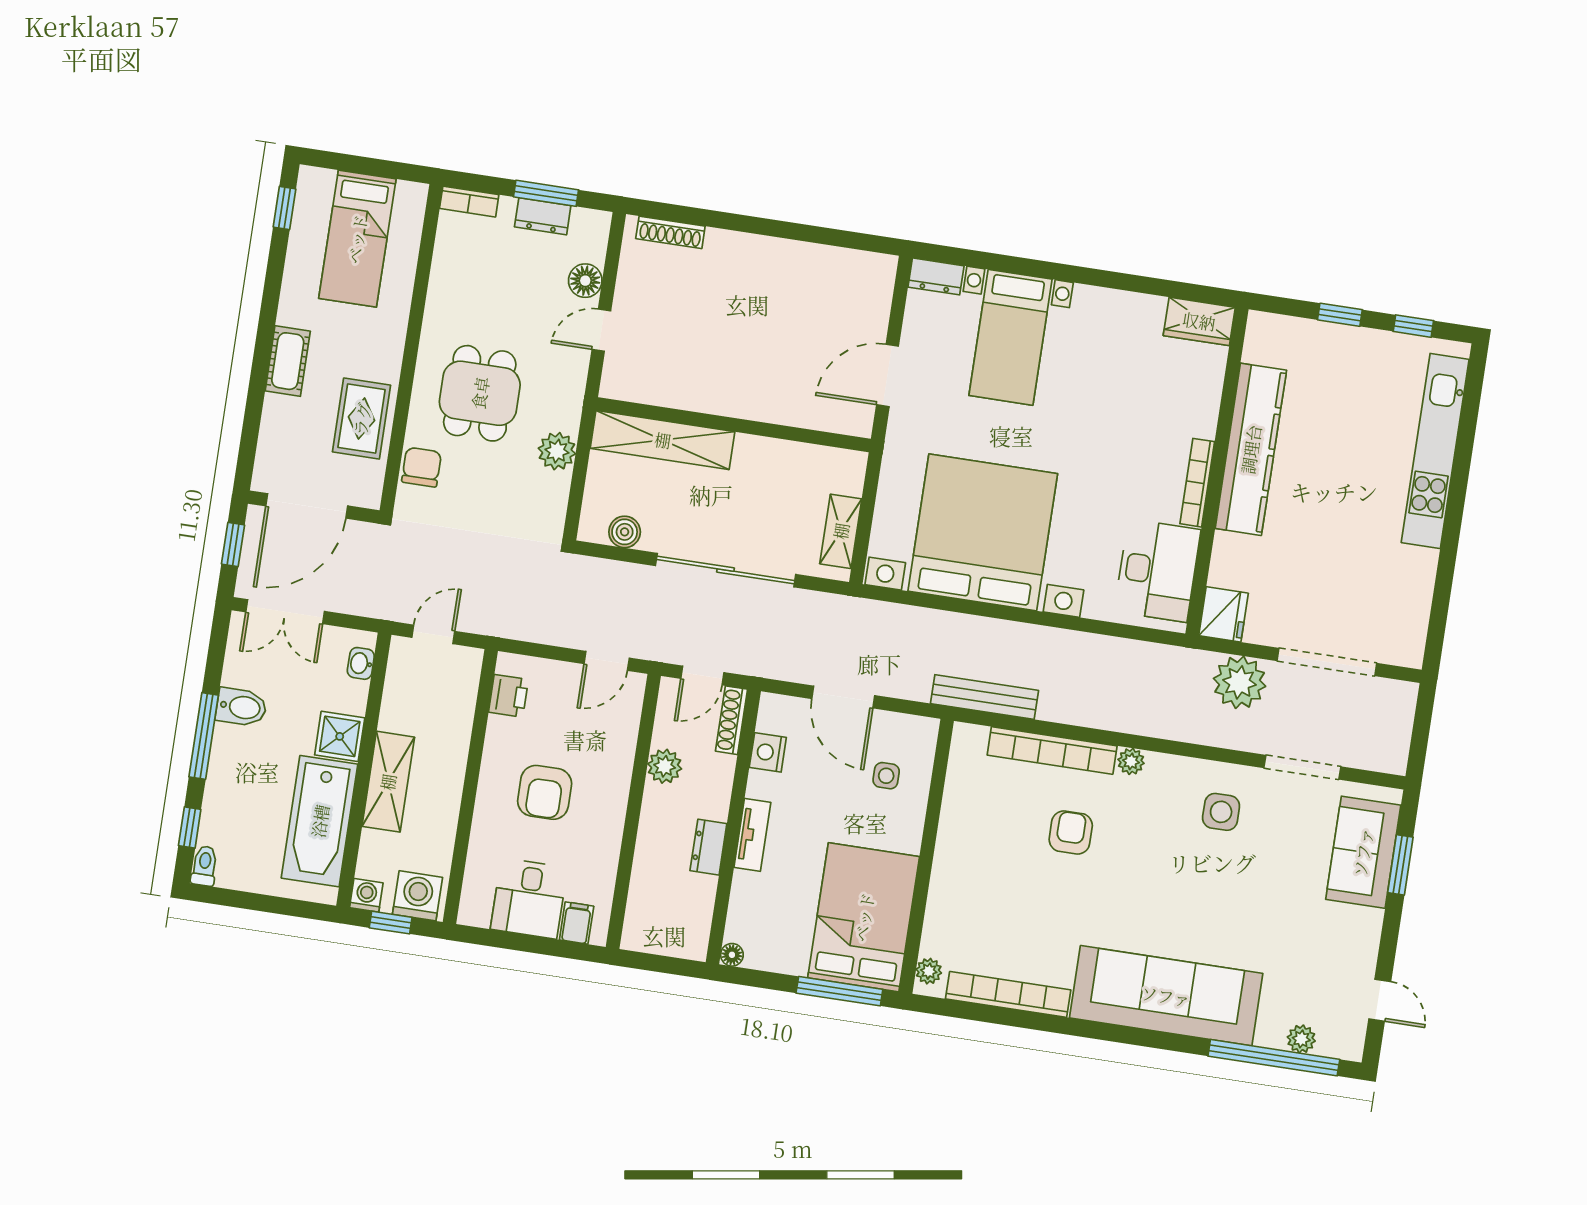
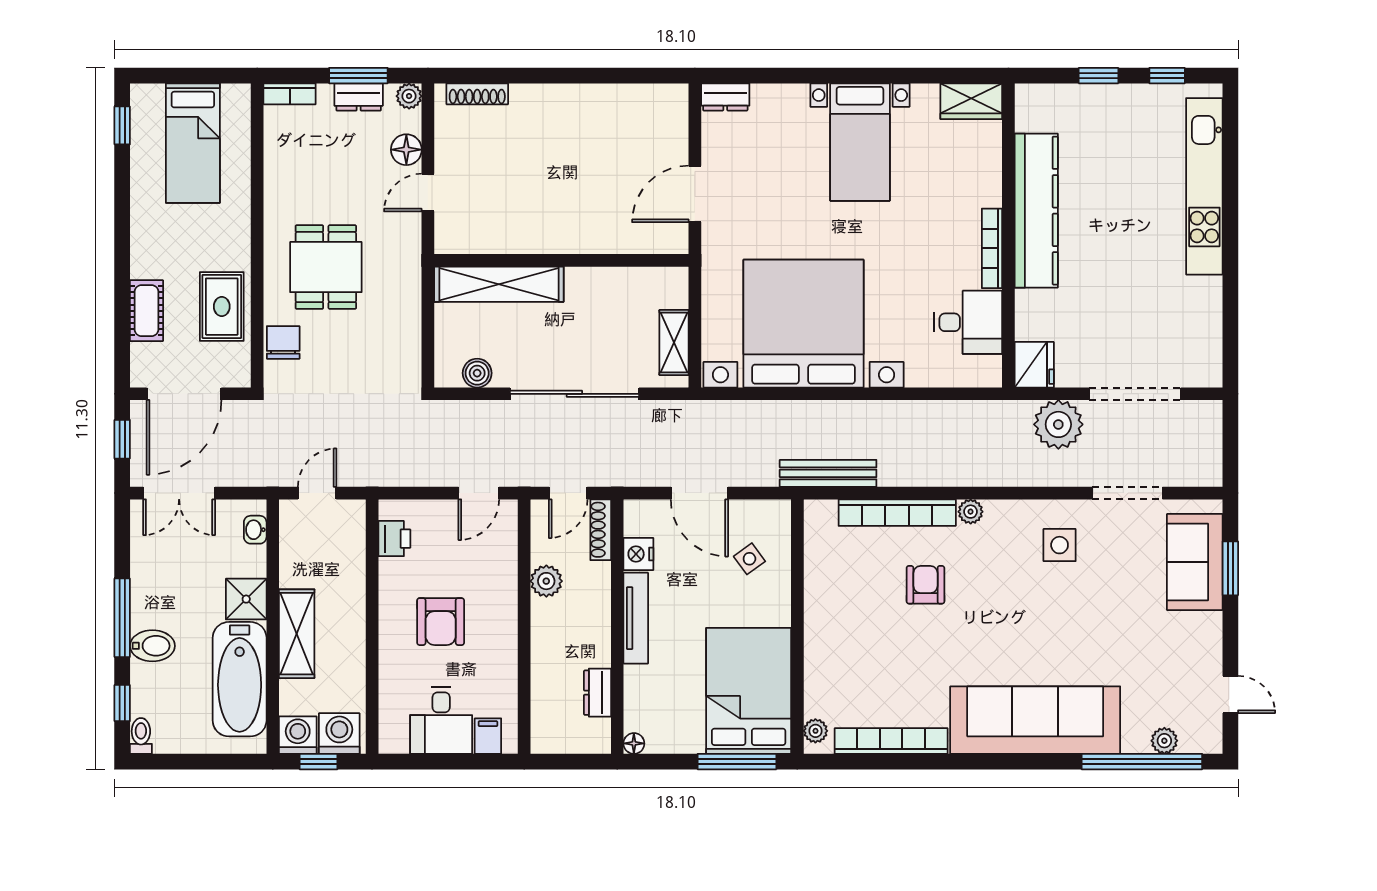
bed with nightstands: (1010, 337) -> (860, 142), moved
cot: (288, 361) -> (146, 311), moved
plant: (557, 451) -> (409, 96), moved, width x0.73, depth x0.73
desk: (1158, 571) -> (968, 322), width x0.73
bidet: (241, 707) -> (152, 646), moved
side table: (886, 776) -> (749, 559), turned -36
tv unit: (752, 835) -> (636, 618), width x1.41
dresser: (708, 847) -> (598, 693), moved
washing machine: (366, 895) -> (298, 735), width x1.38, depth x1.38

